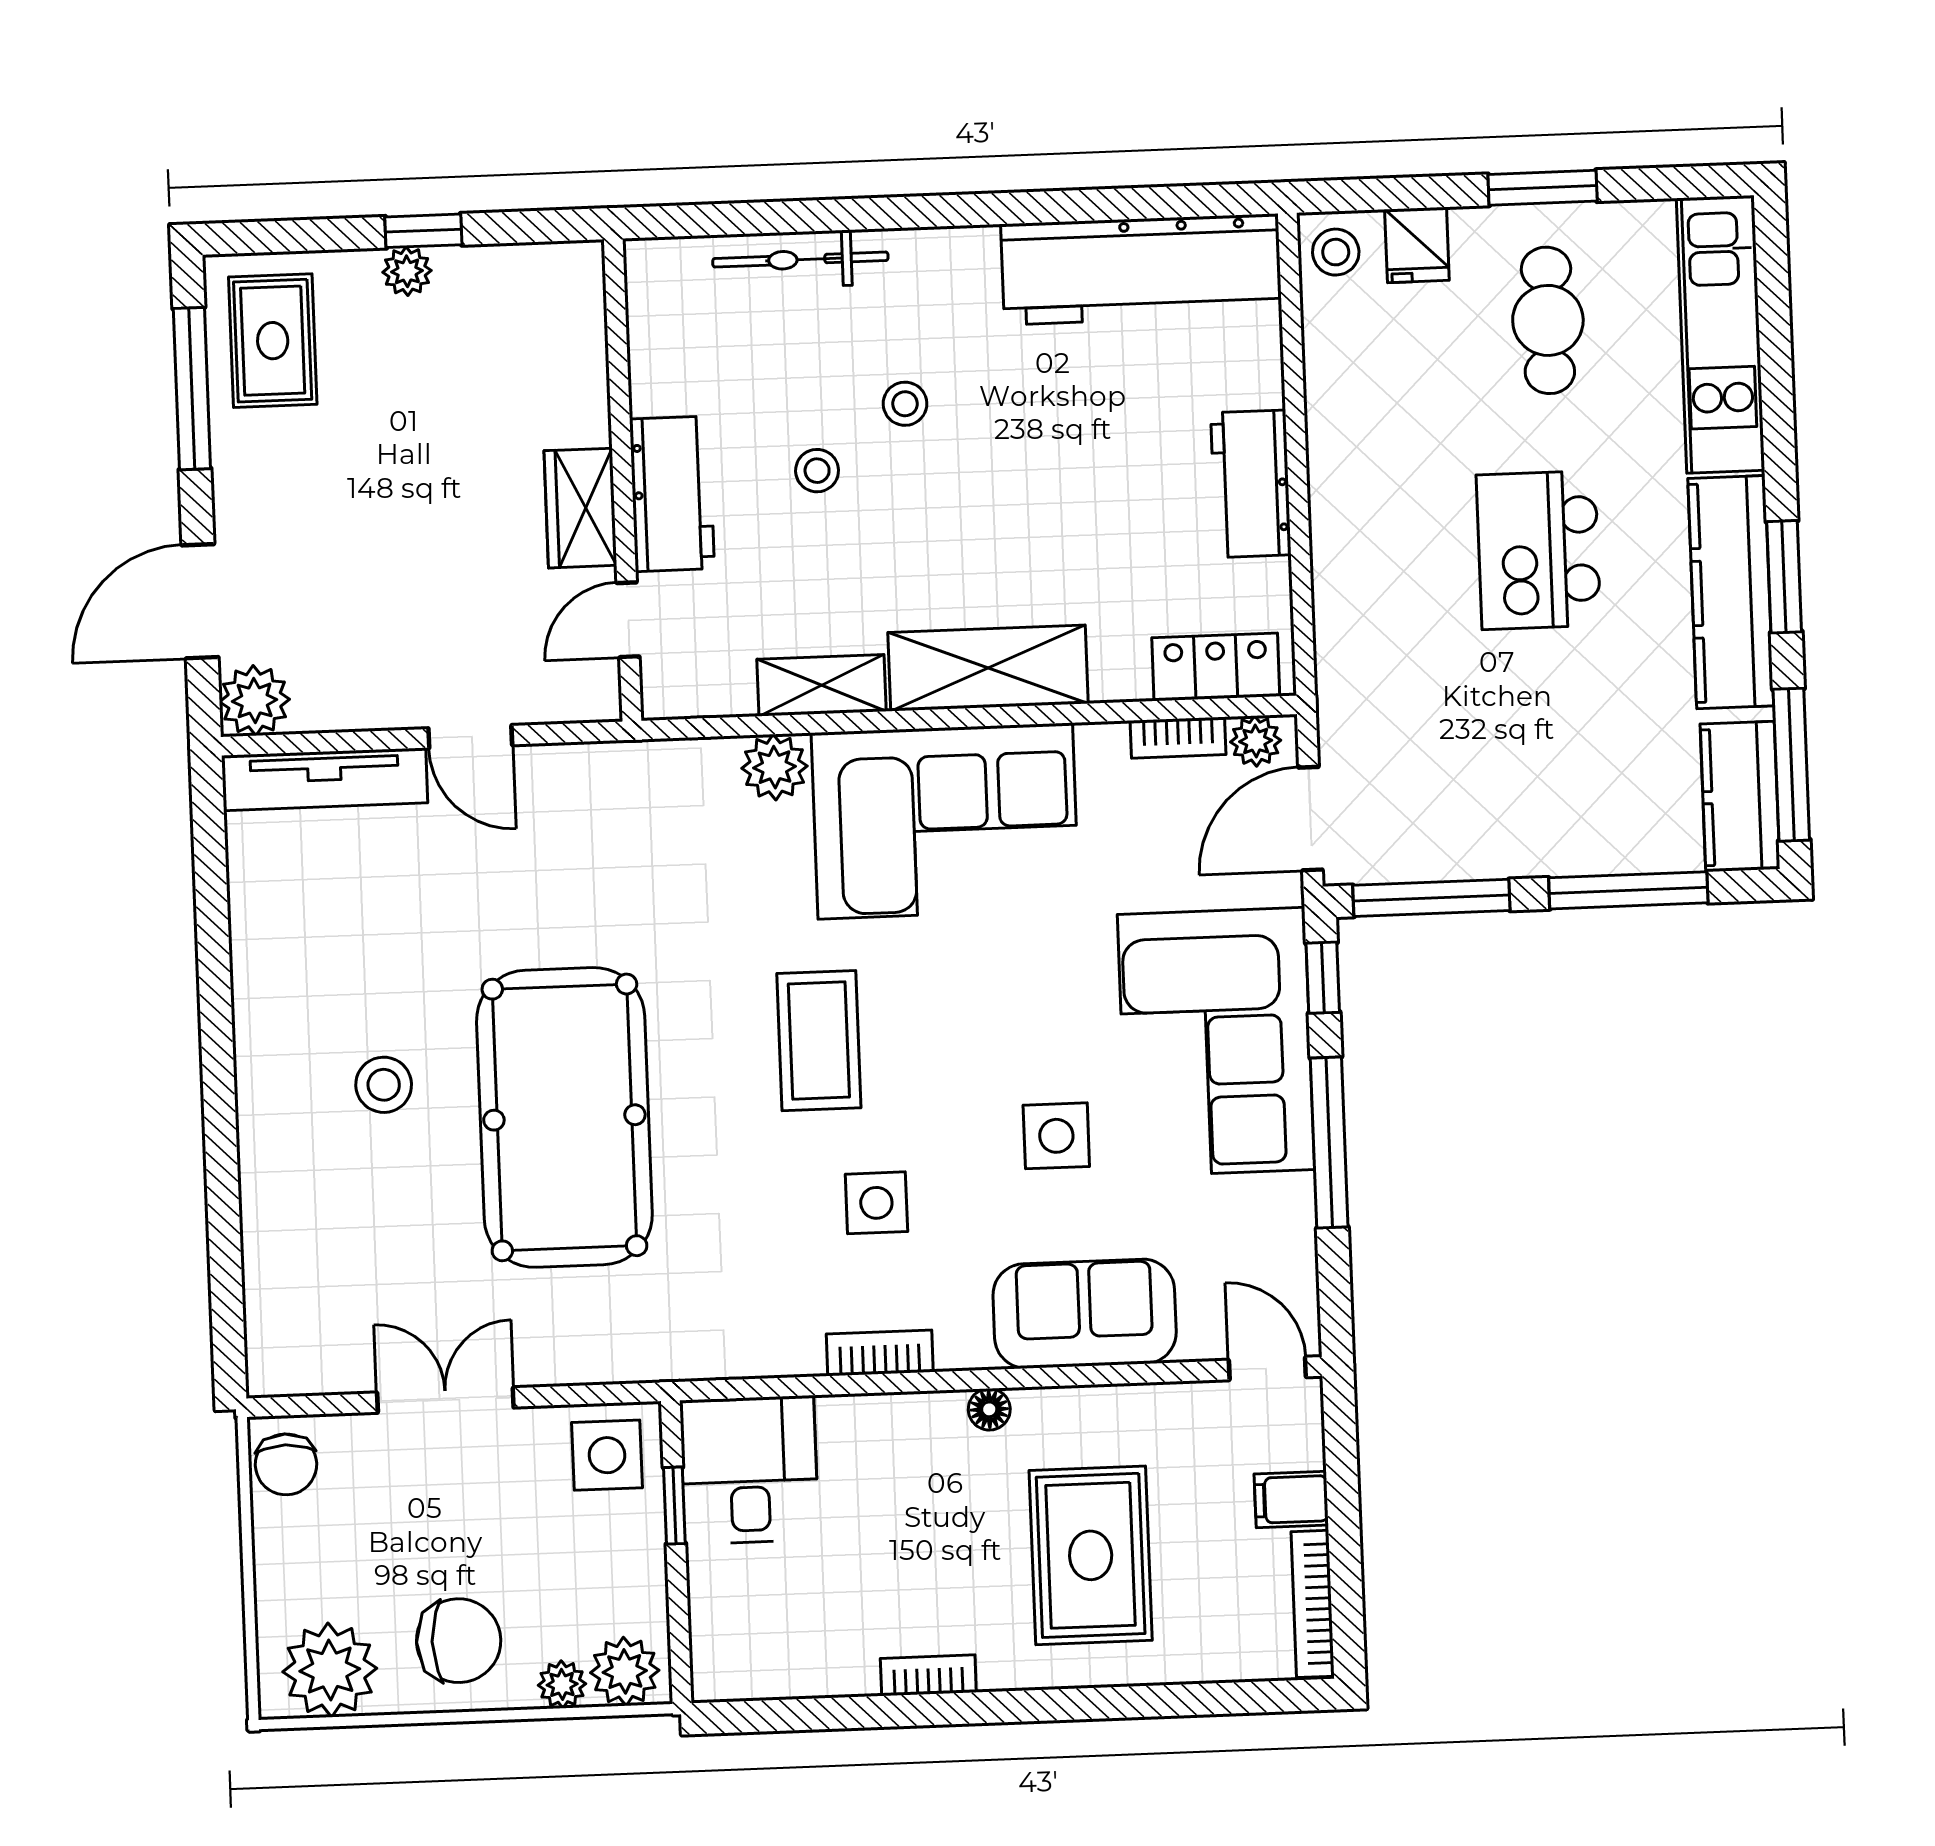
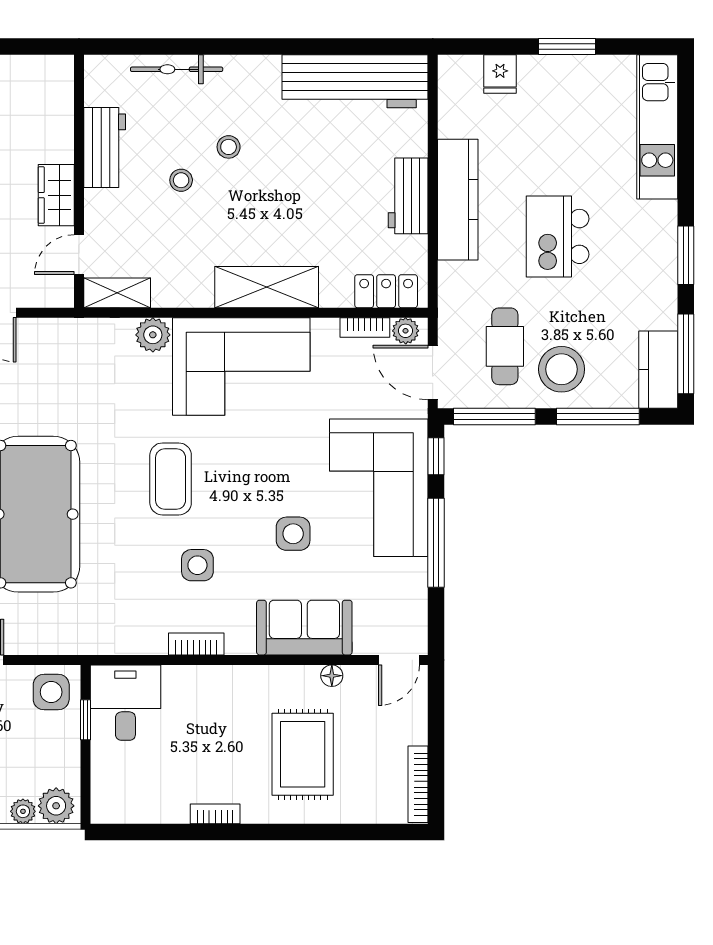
stool: (1336, 252) -> (562, 369), moved, width x1.89, depth x1.89
cafe table: (1548, 320) -> (505, 346), moved
workbench: (672, 494) -> (105, 148), moved
kitchen counter: (1731, 592) -> (458, 200), moved, turned 180
shelving: (821, 685) -> (117, 293), moved
door: (1310, 819) -> (433, 373), hinge flipped
door: (1267, 1369) -> (399, 660), swing flipped
floor lamp: (989, 1409) -> (332, 676), moved
filing cabinet: (1291, 1500) -> (409, 729), removed

